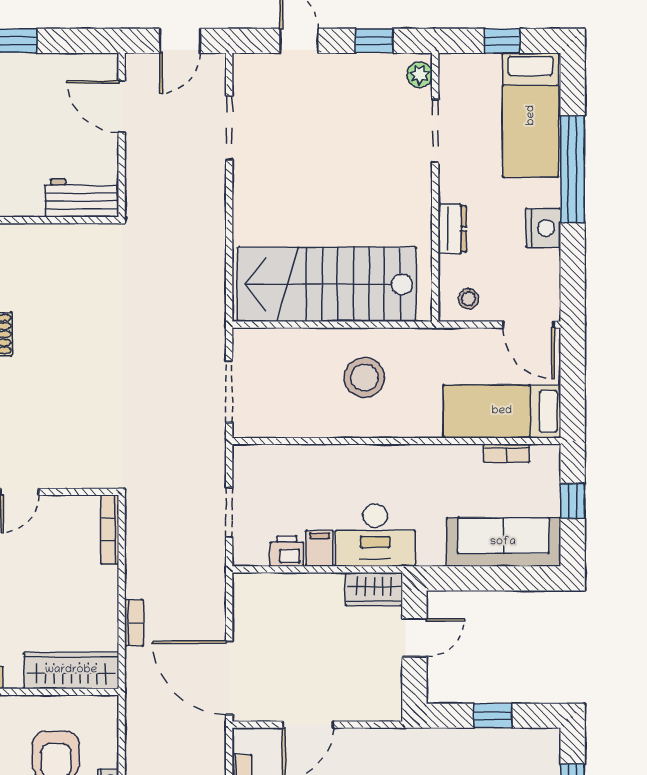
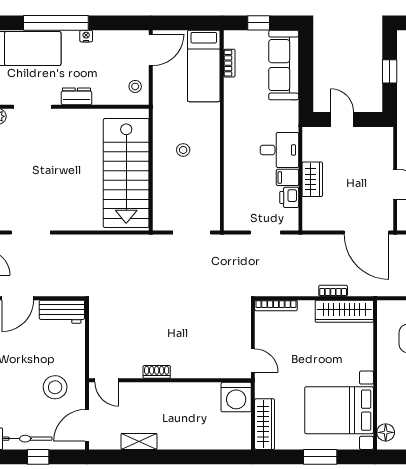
workbench: (82, 198) -> (62, 312), moved, turned -90
nightstand: (543, 228) -> (86, 36), width x0.53, depth x0.56
dresser: (452, 229) -> (76, 96), moved
stool: (364, 378) -> (183, 150), width x0.53, depth x0.53
desk: (375, 535) -> (279, 150), width x0.73
wardrobe: (374, 589) -> (312, 179), moved
wardrobe: (71, 670) -> (344, 311), moved, turned -90
door: (229, 678) -> (367, 233), hinge flipped

